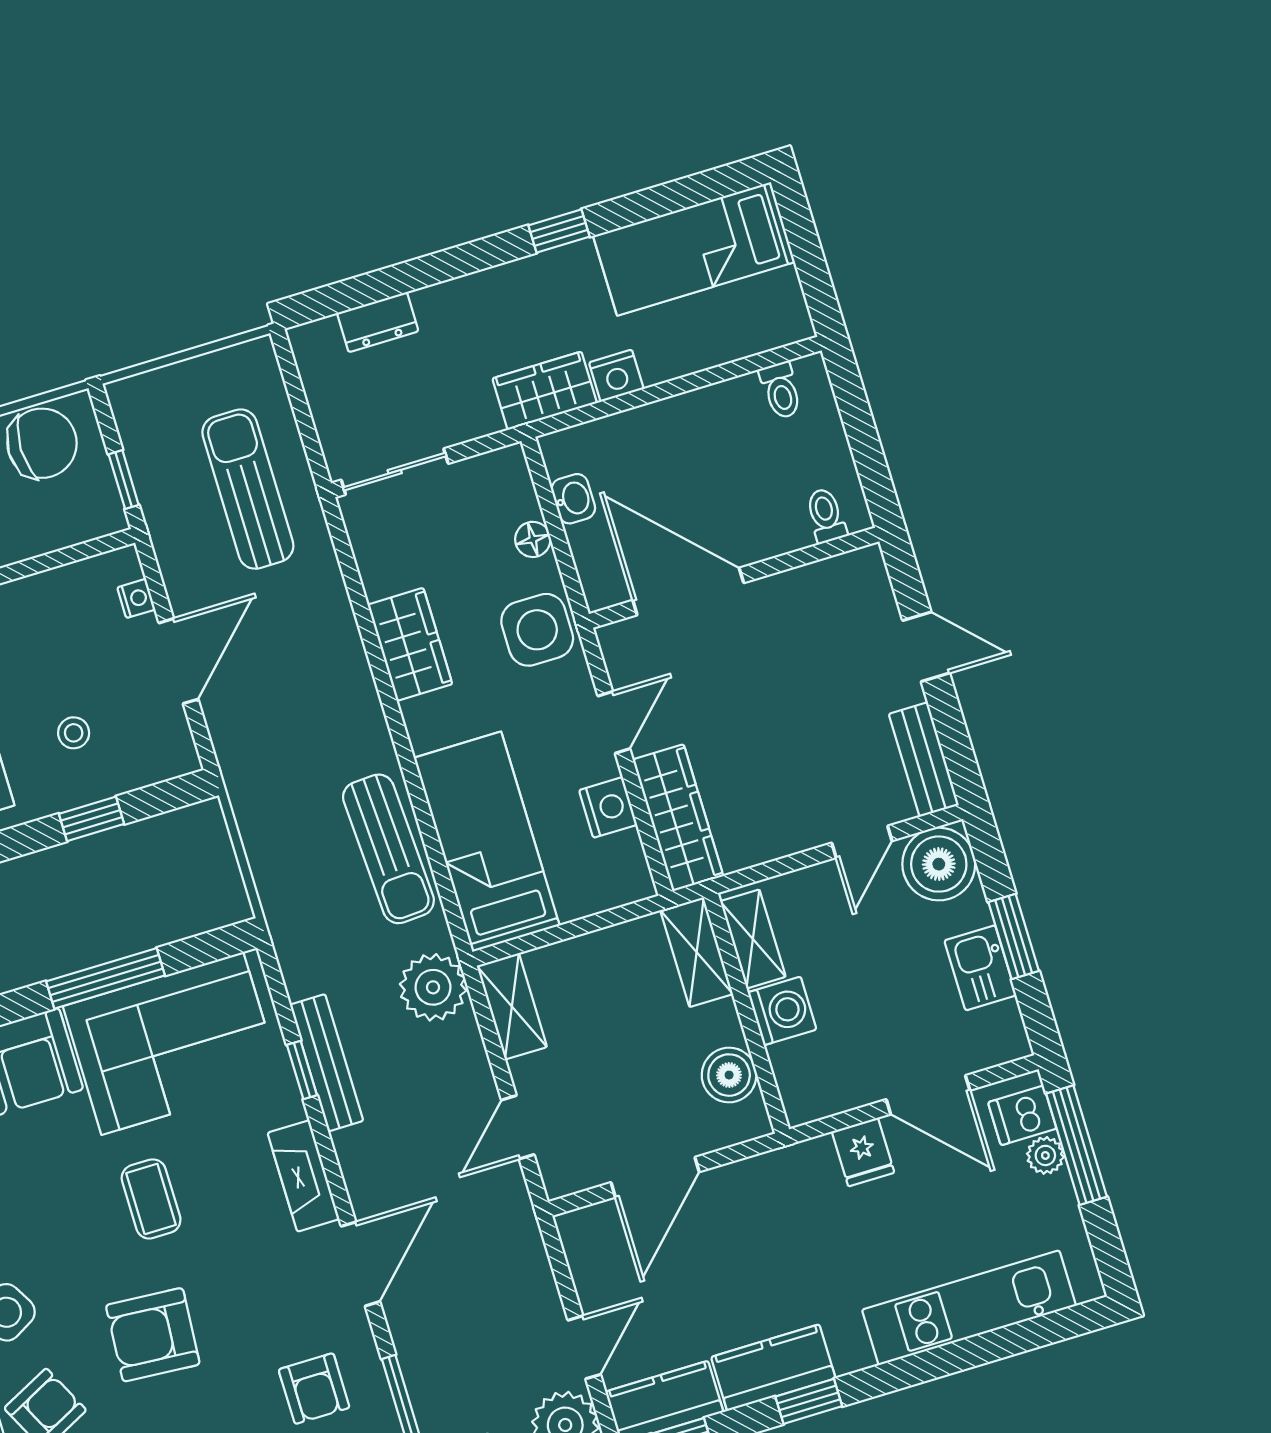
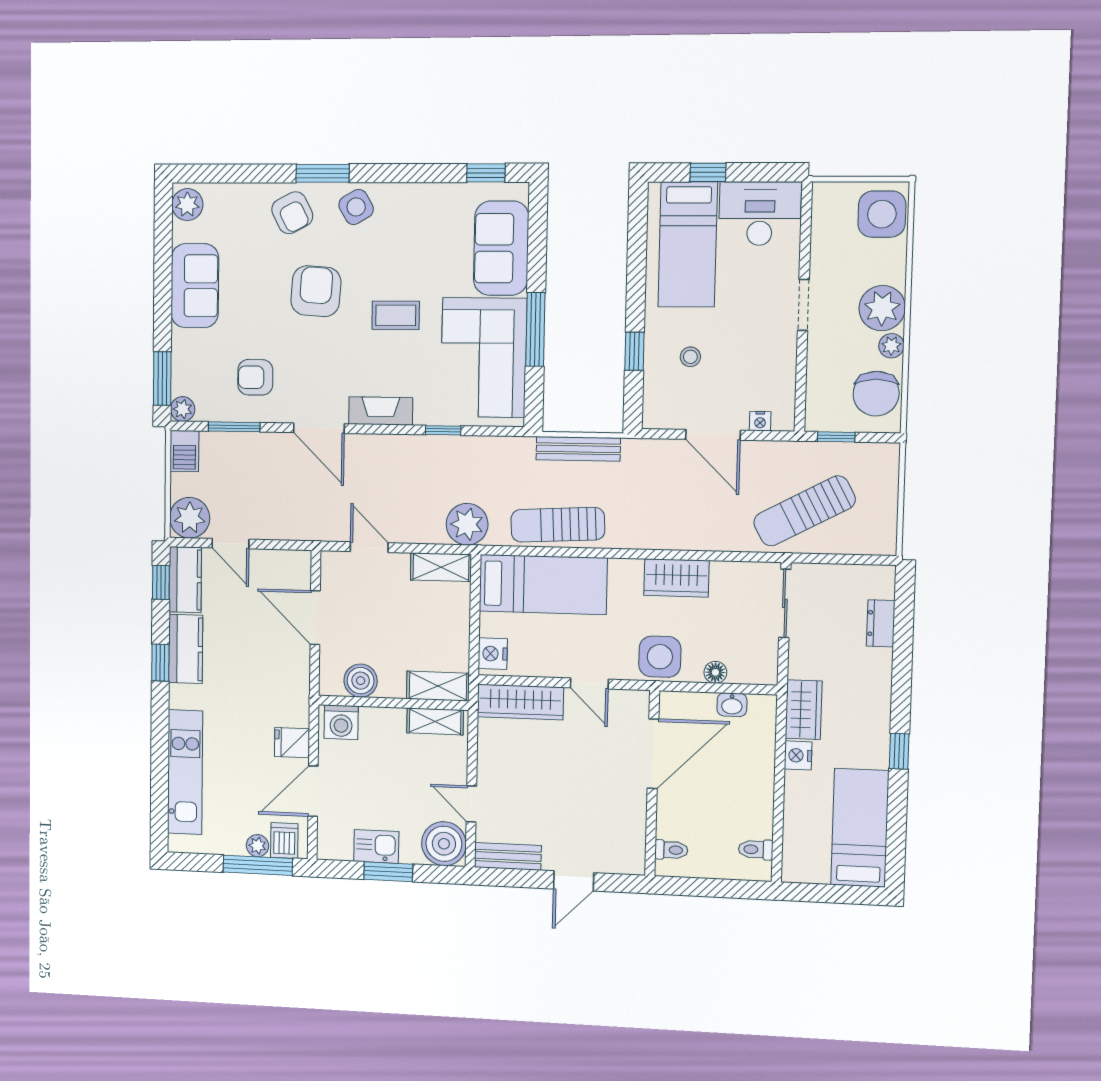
sun lounger: (248, 489) -> (804, 511), turned 152
nightstand: (608, 807) -> (493, 654), moved, turned 90
washing machine: (782, 1011) -> (341, 722), moved
bench: (327, 1063) -> (578, 449), moved

